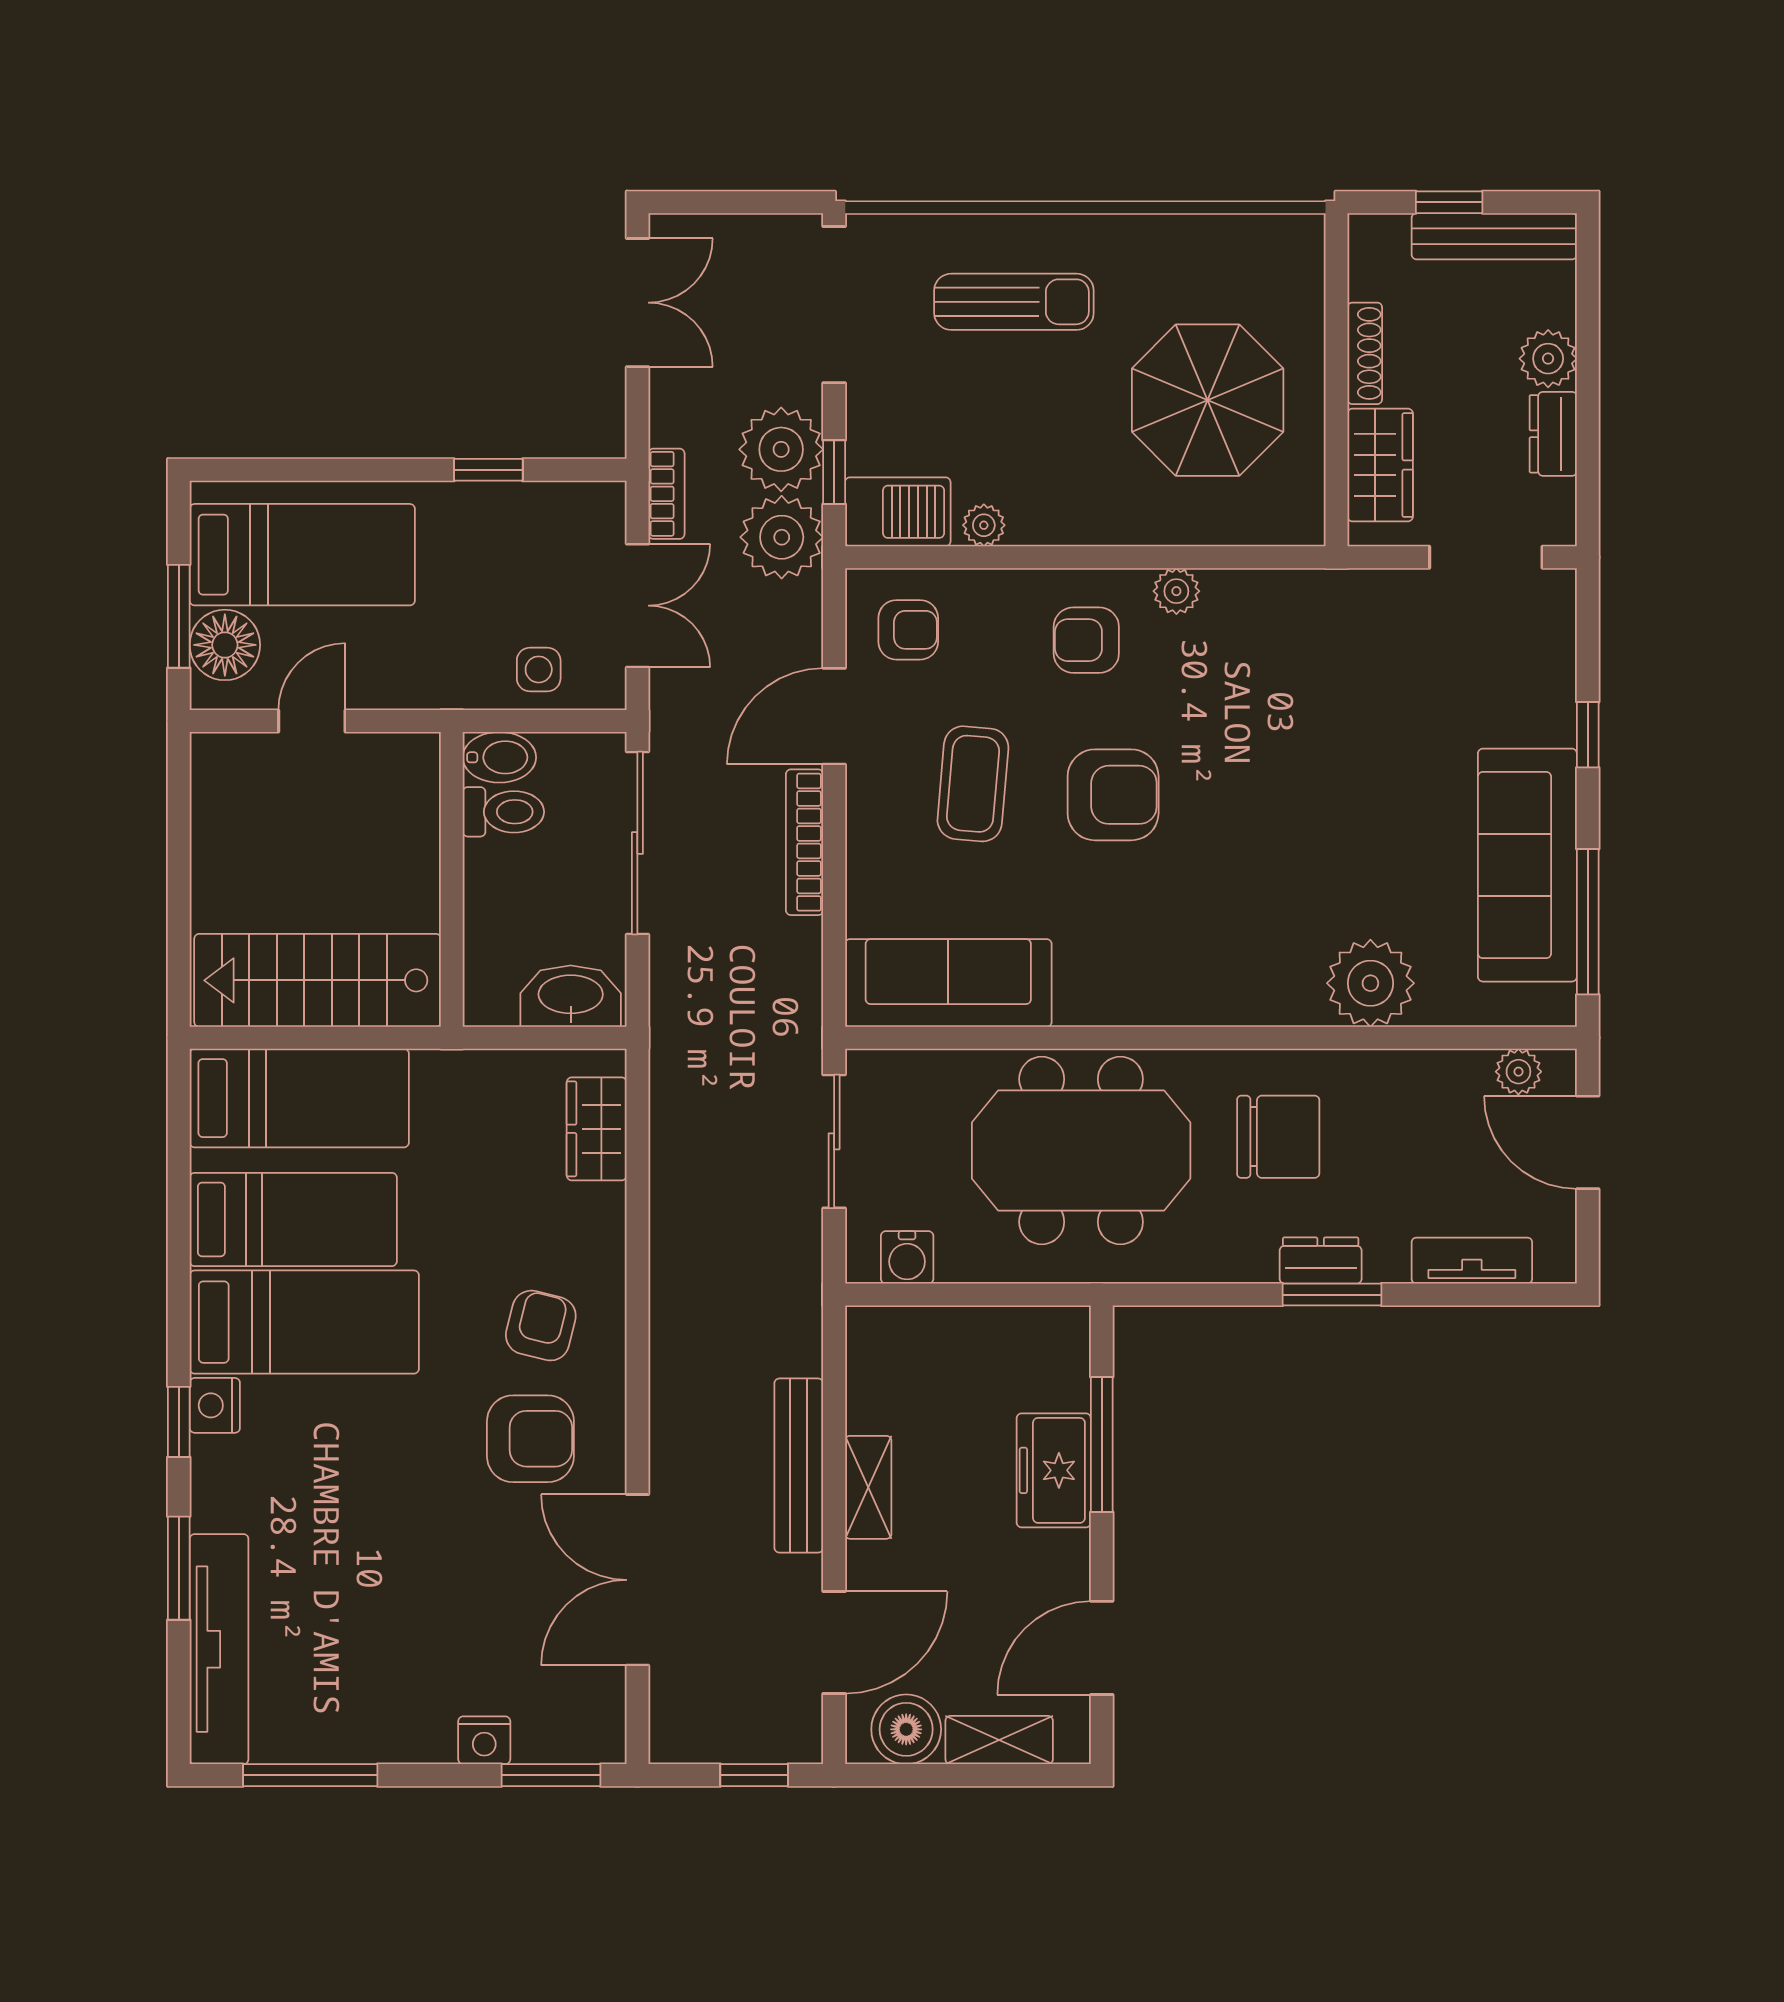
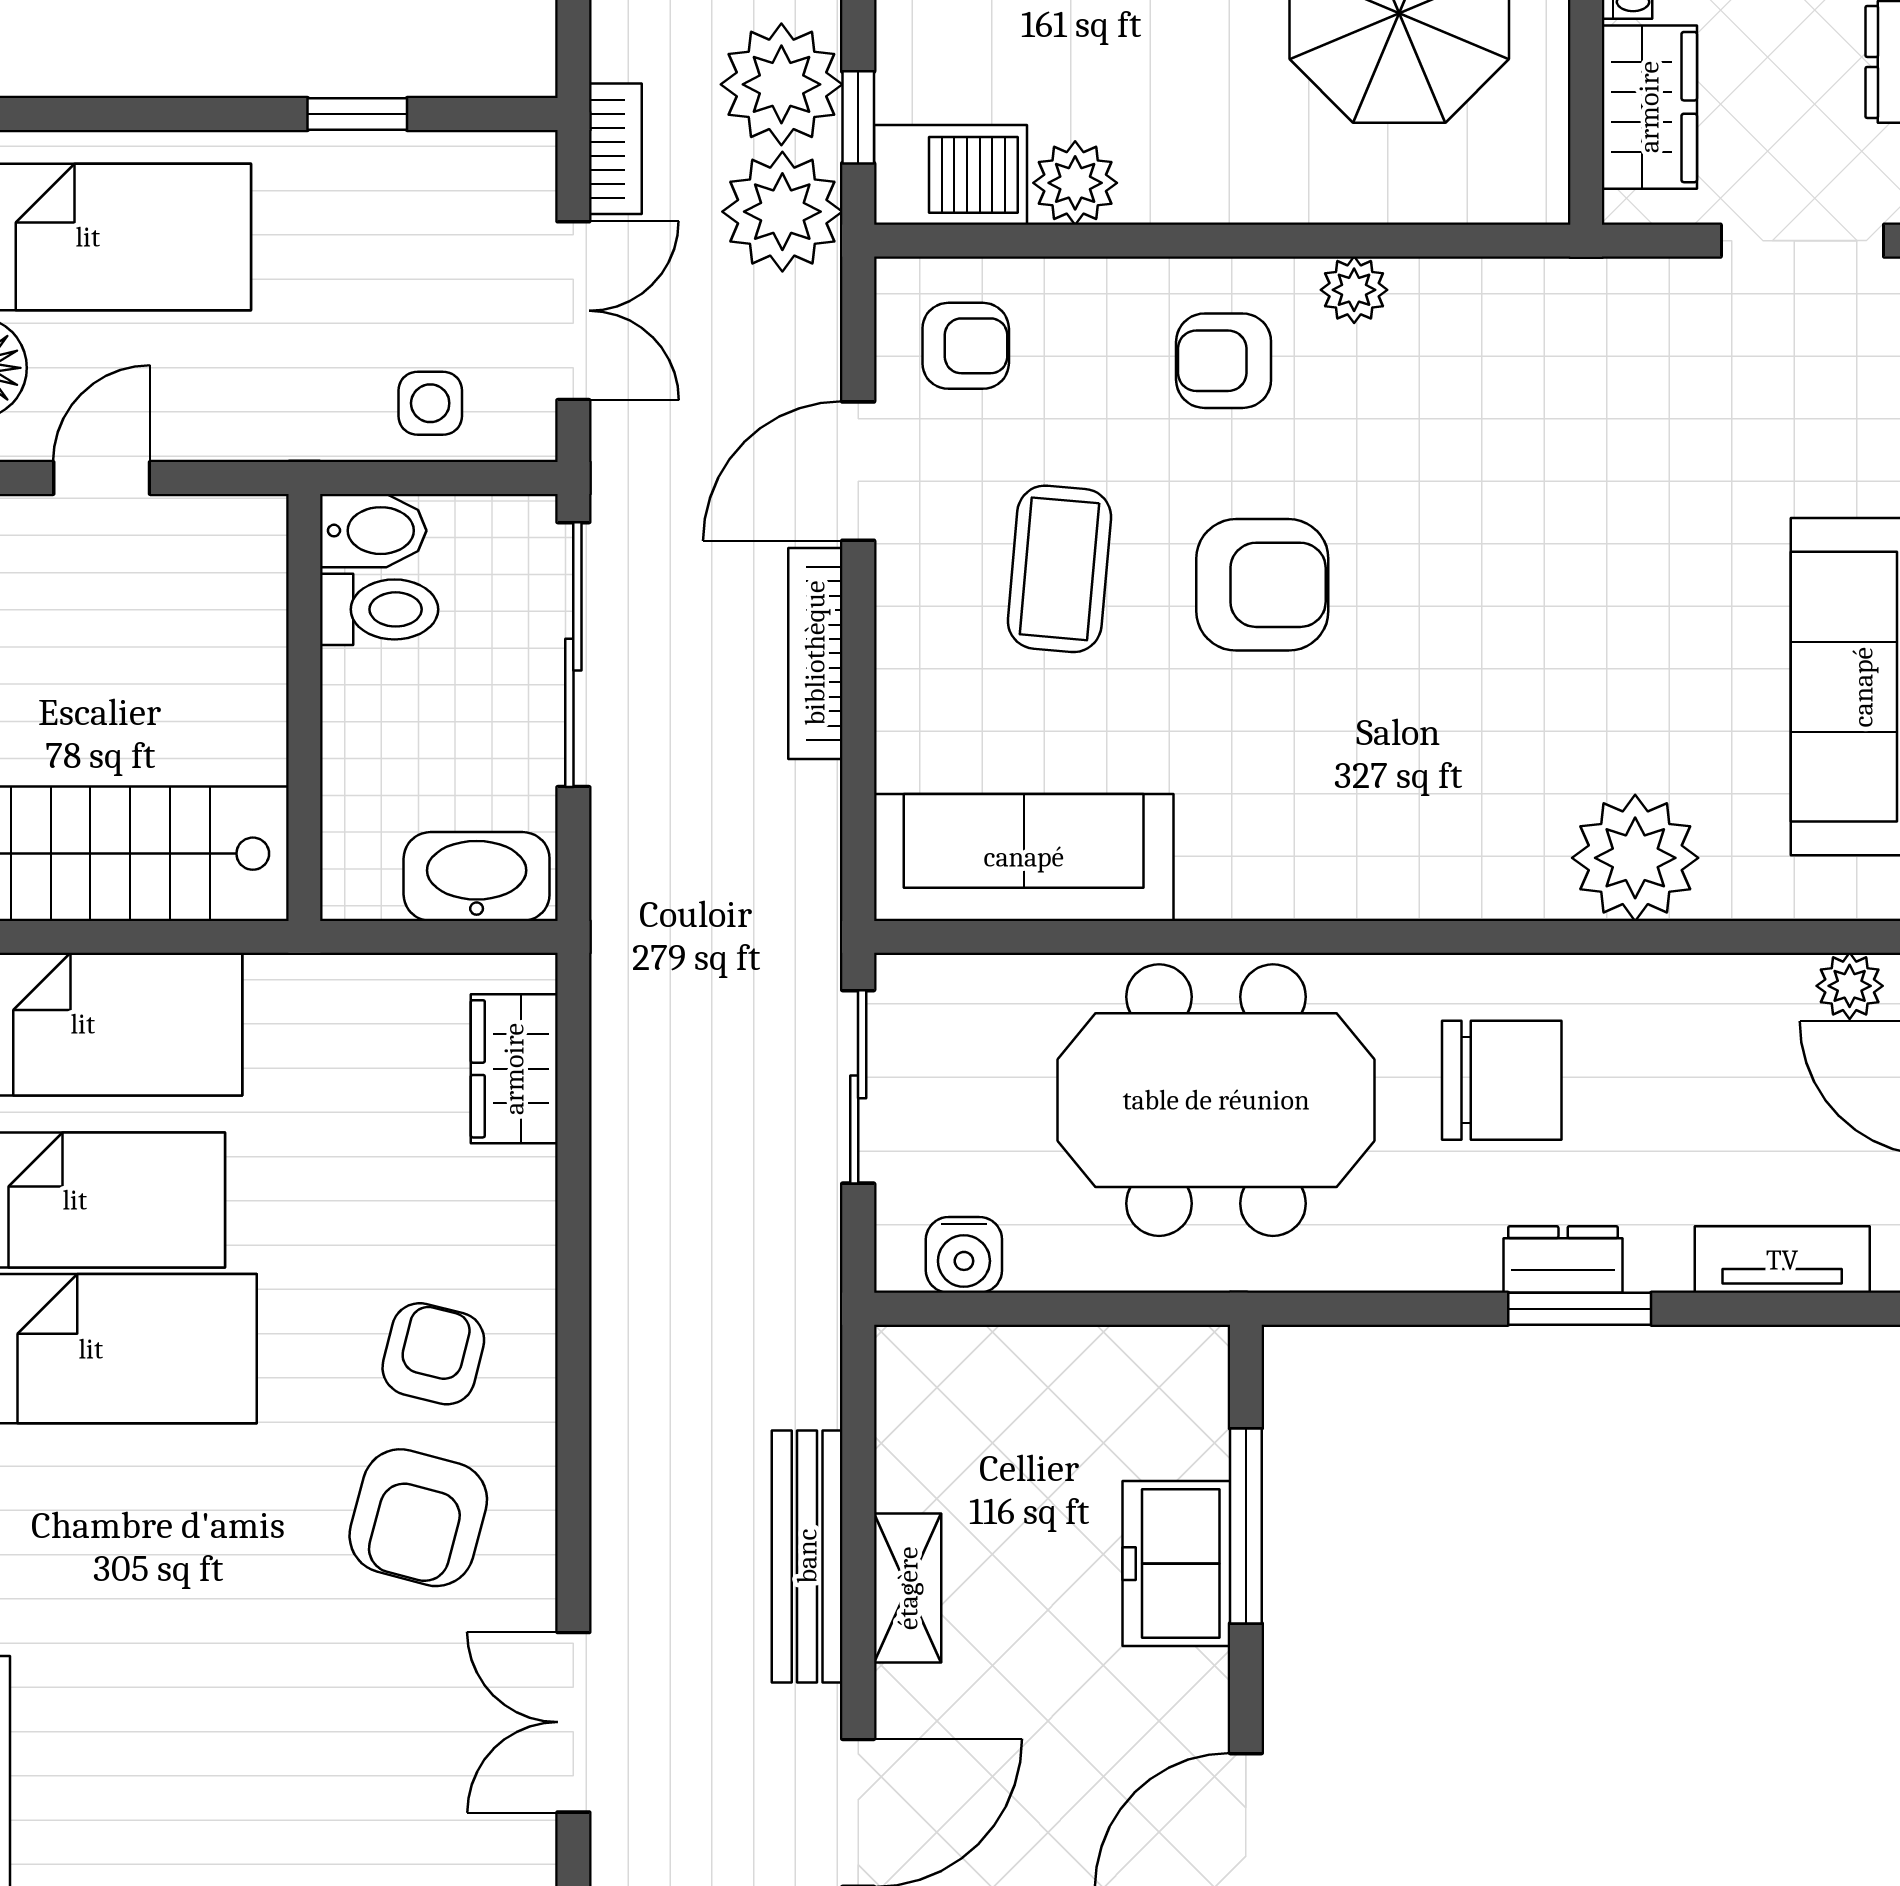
plant: (984, 525) -> (1075, 183), width x1.38, depth x1.38
armchair: (530, 1439) -> (418, 1518), turned 105
double door: (637, 1580) -> (573, 1722), width x0.73

